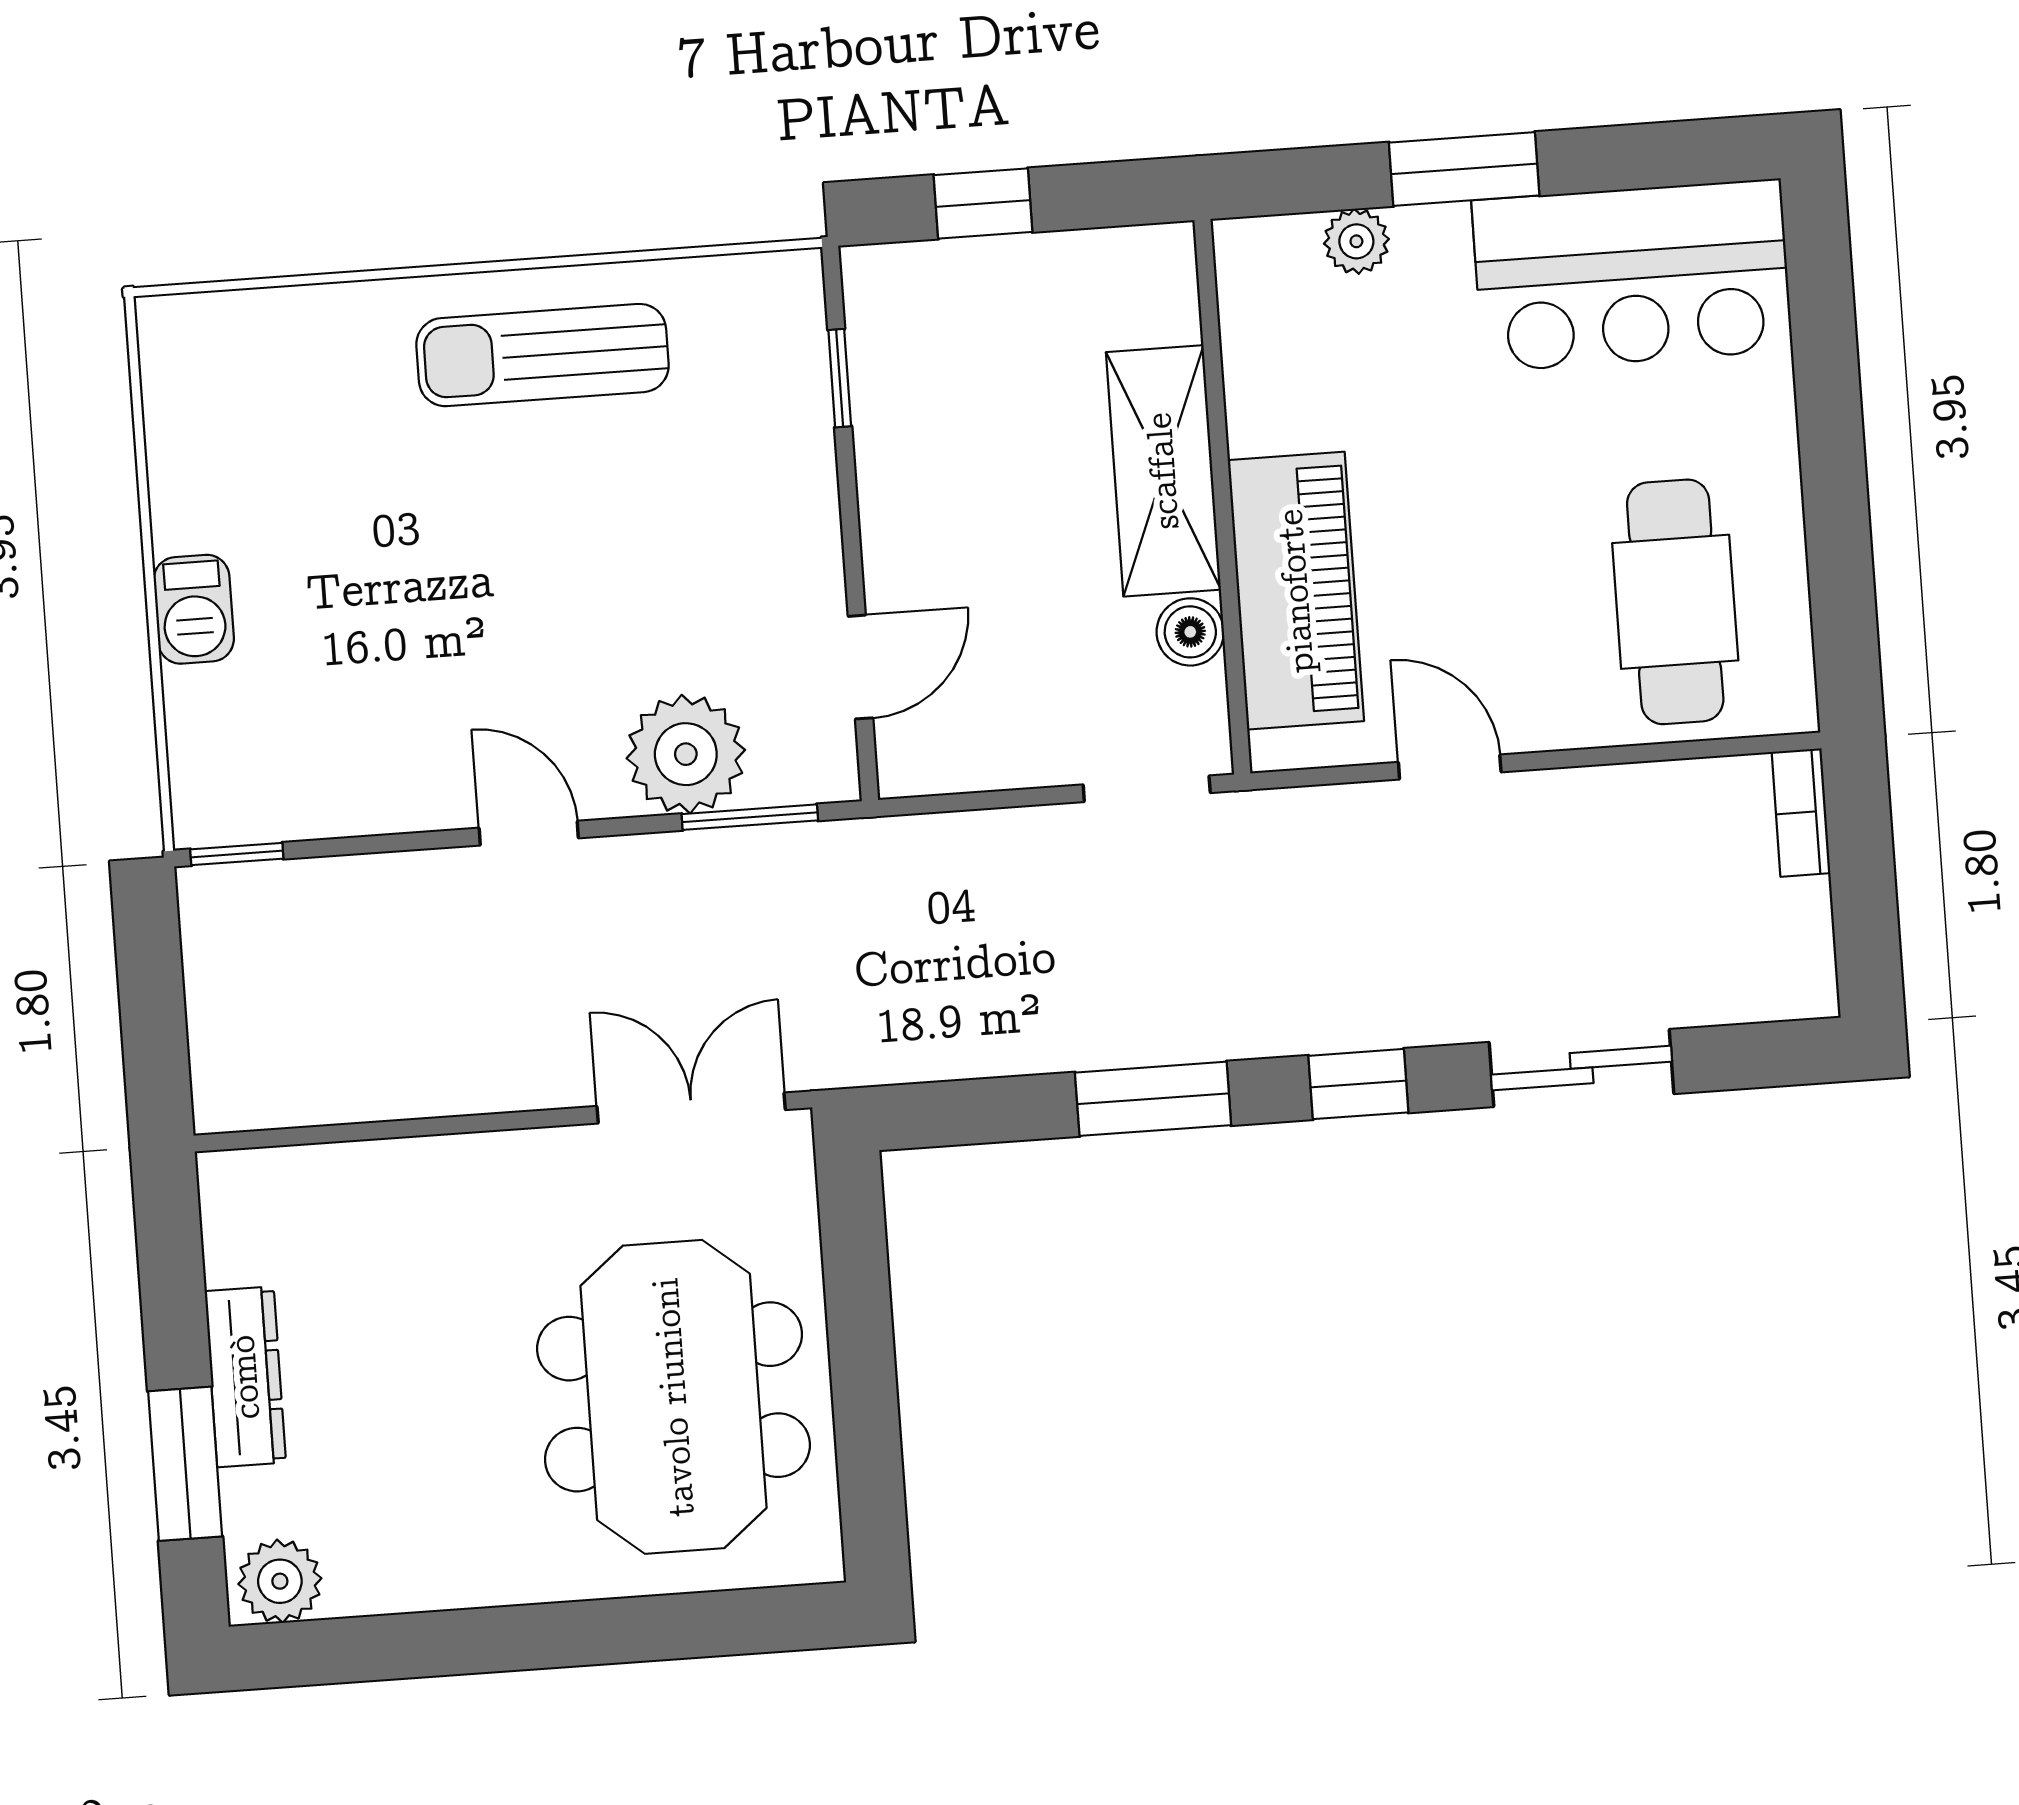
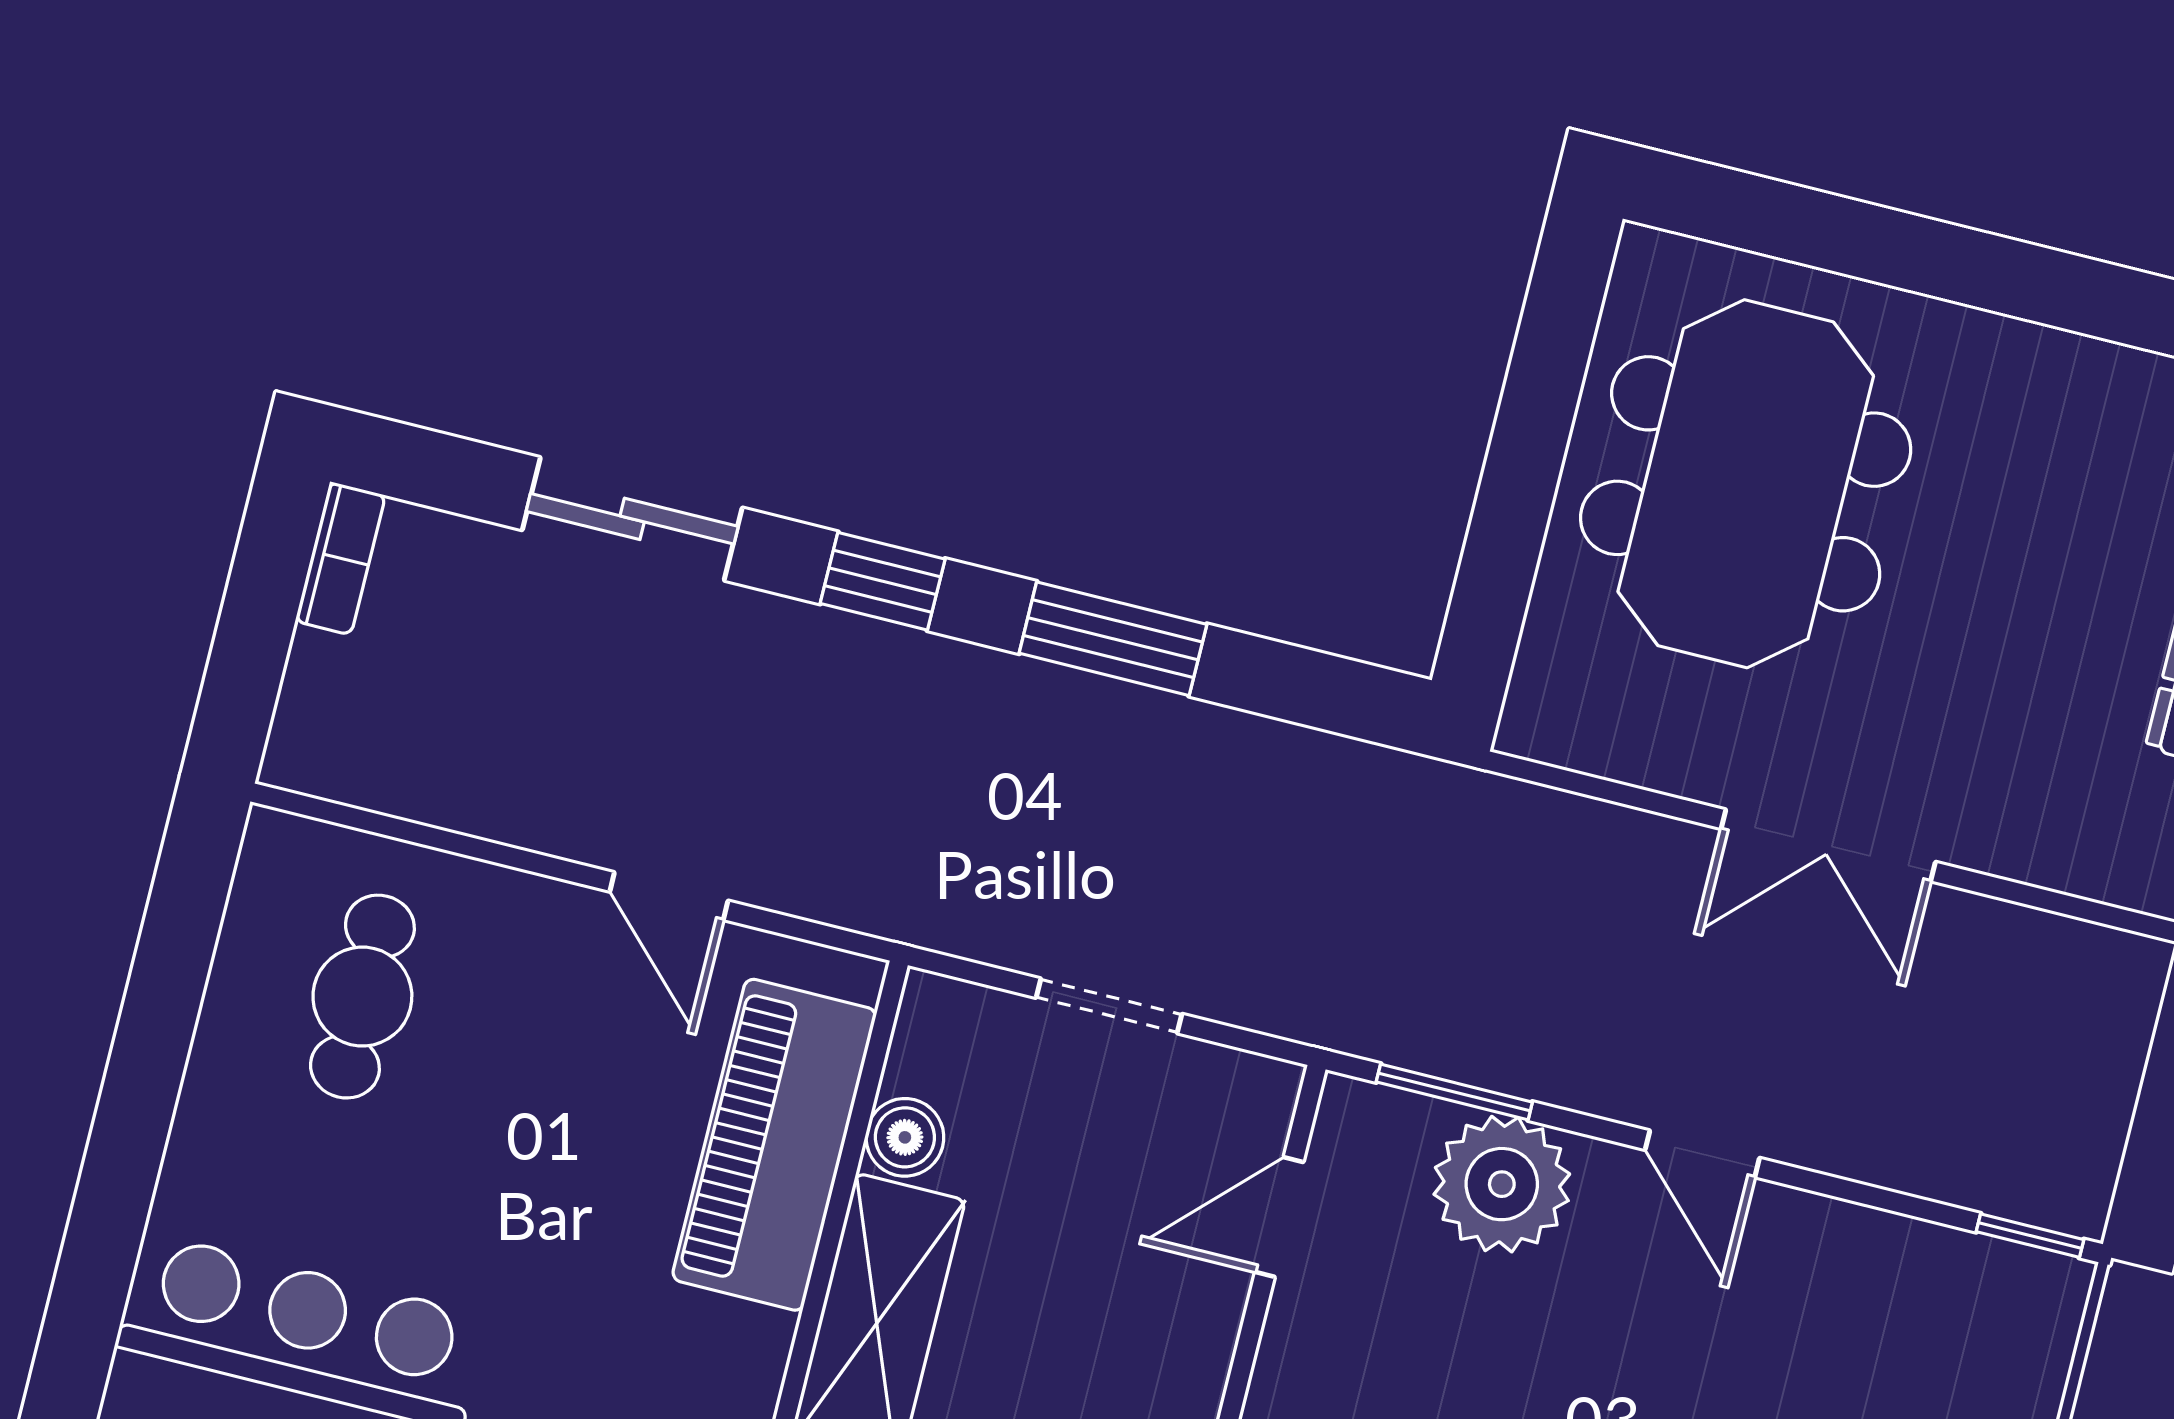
cafe table: (1675, 602) -> (362, 997), width x0.73, depth x0.74
doorway: (1147, 789) -> (1109, 1006), moved
bookcase: (1801, 813) -> (340, 558), moved
double door: (691, 1108) -> (1828, 845), moved

